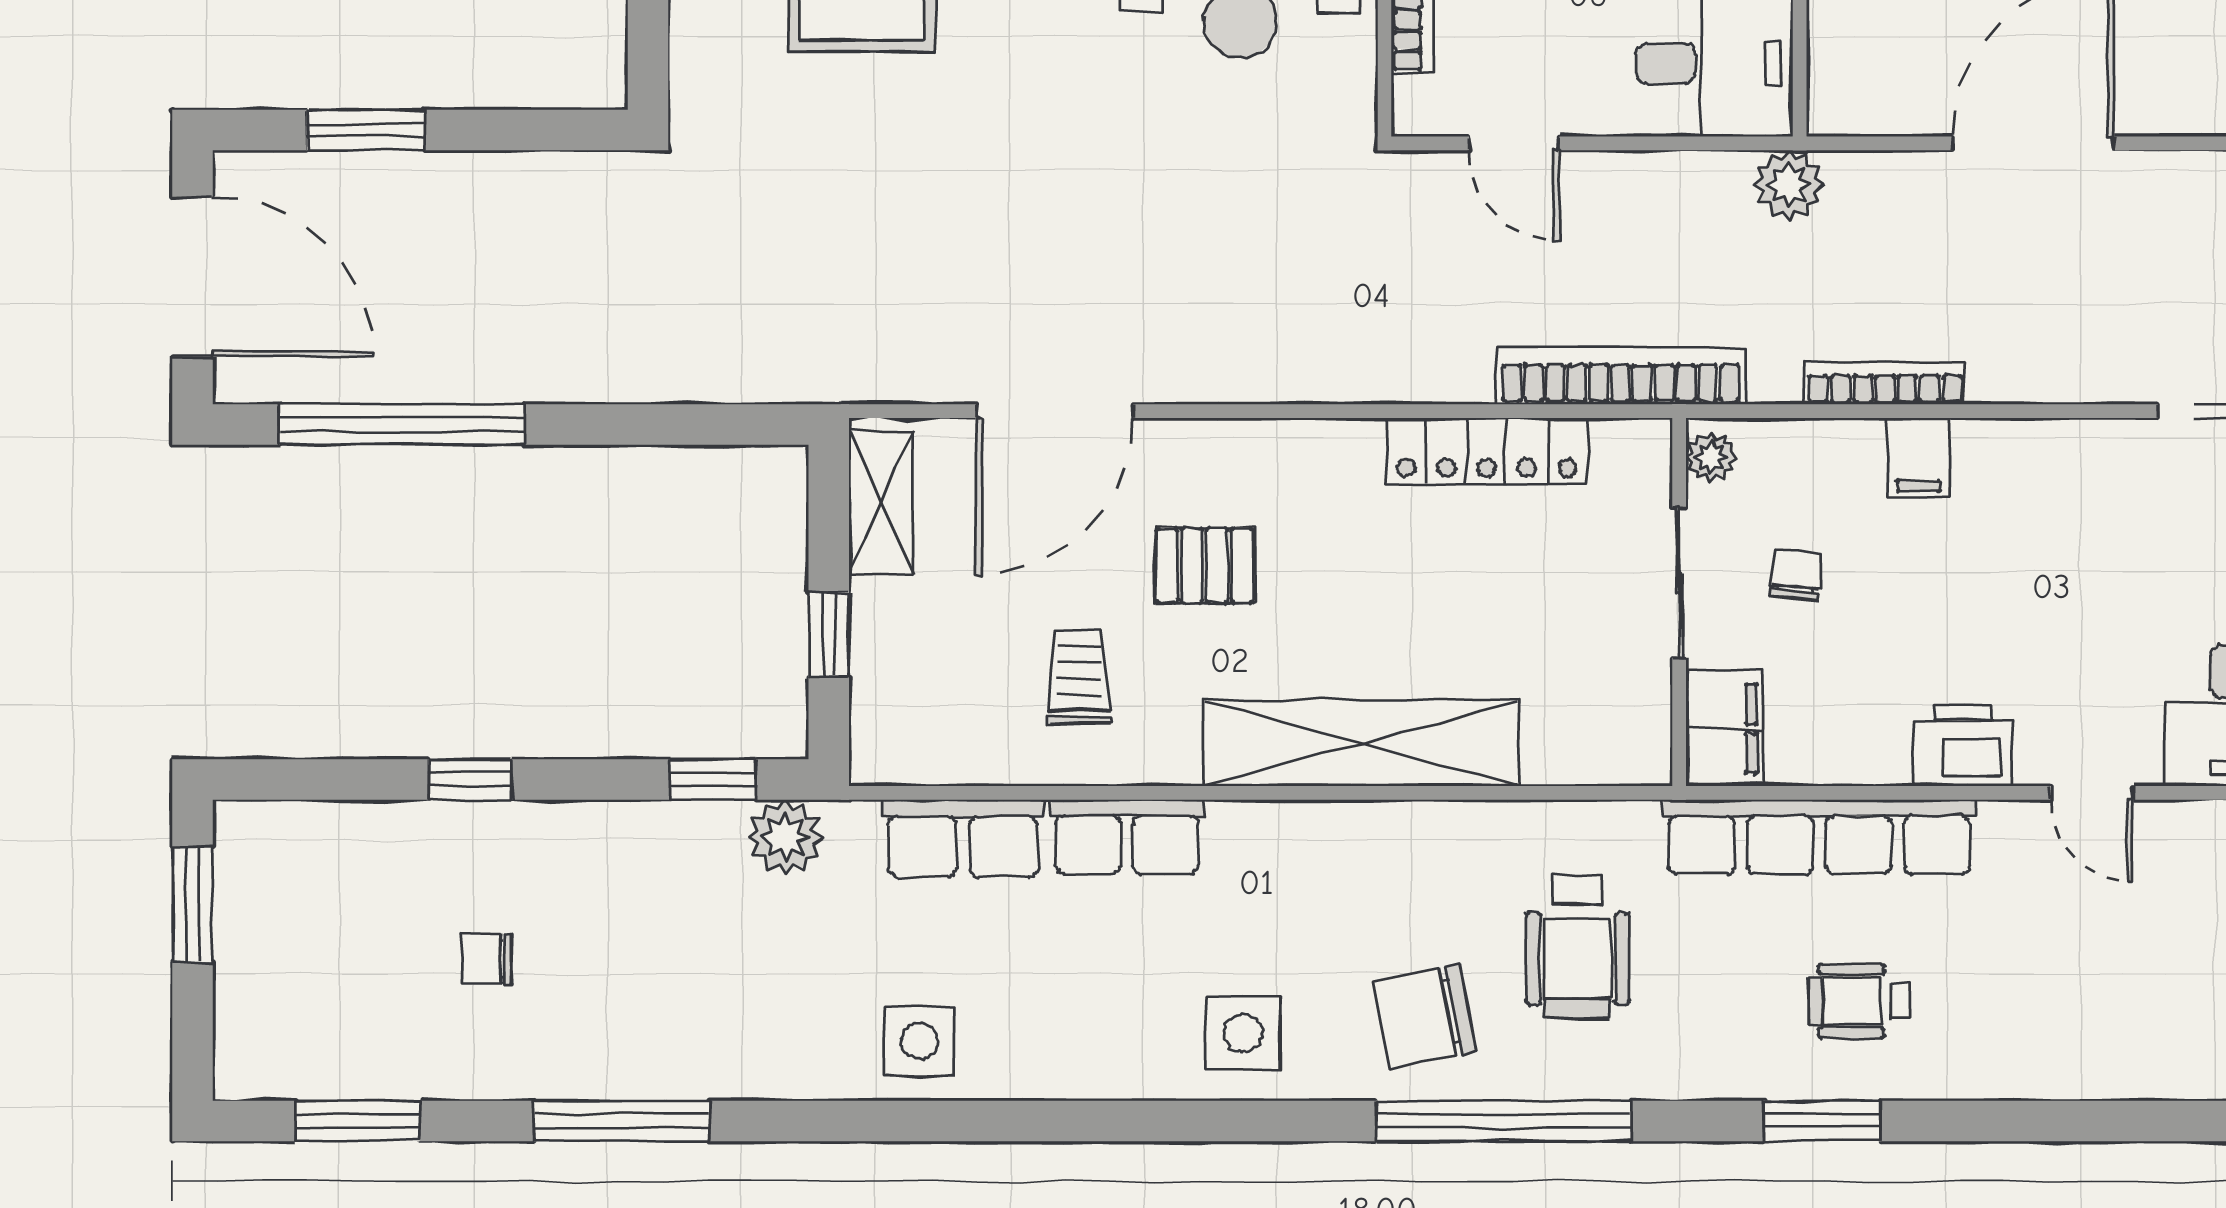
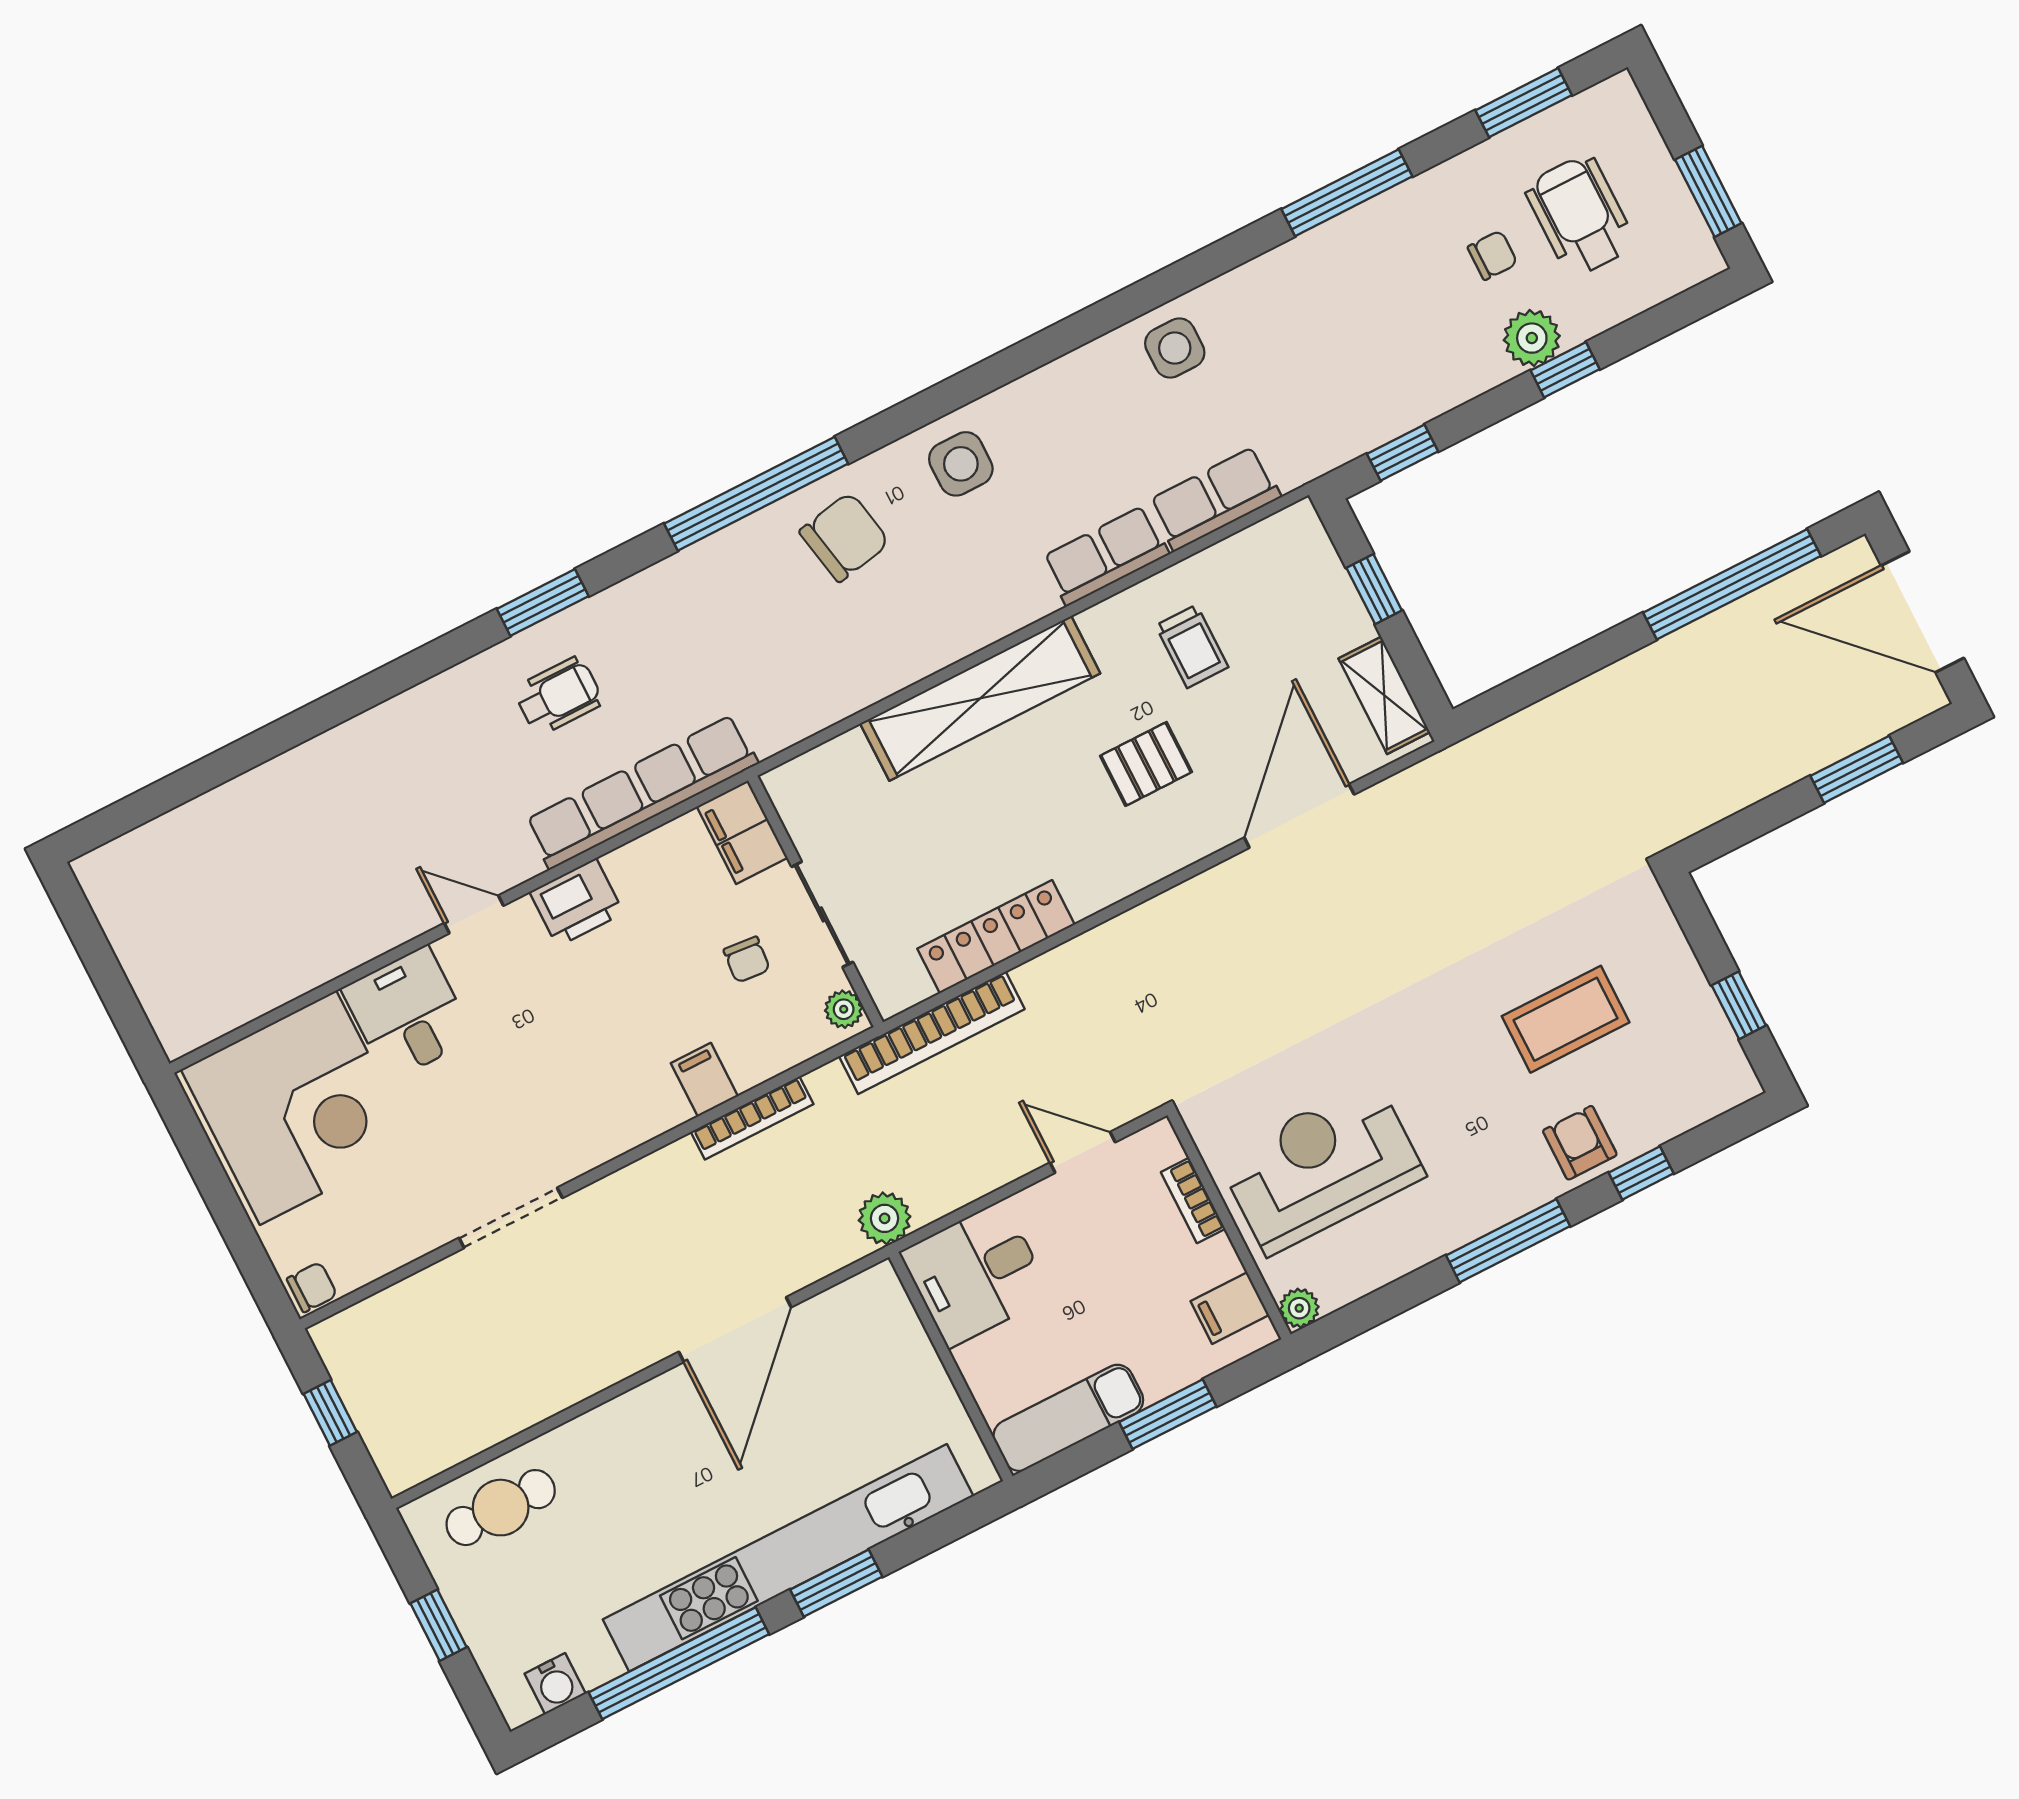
plant: (785, 837) -> (1532, 338), moved
wheelchair: (1578, 947) -> (1580, 216), moved

